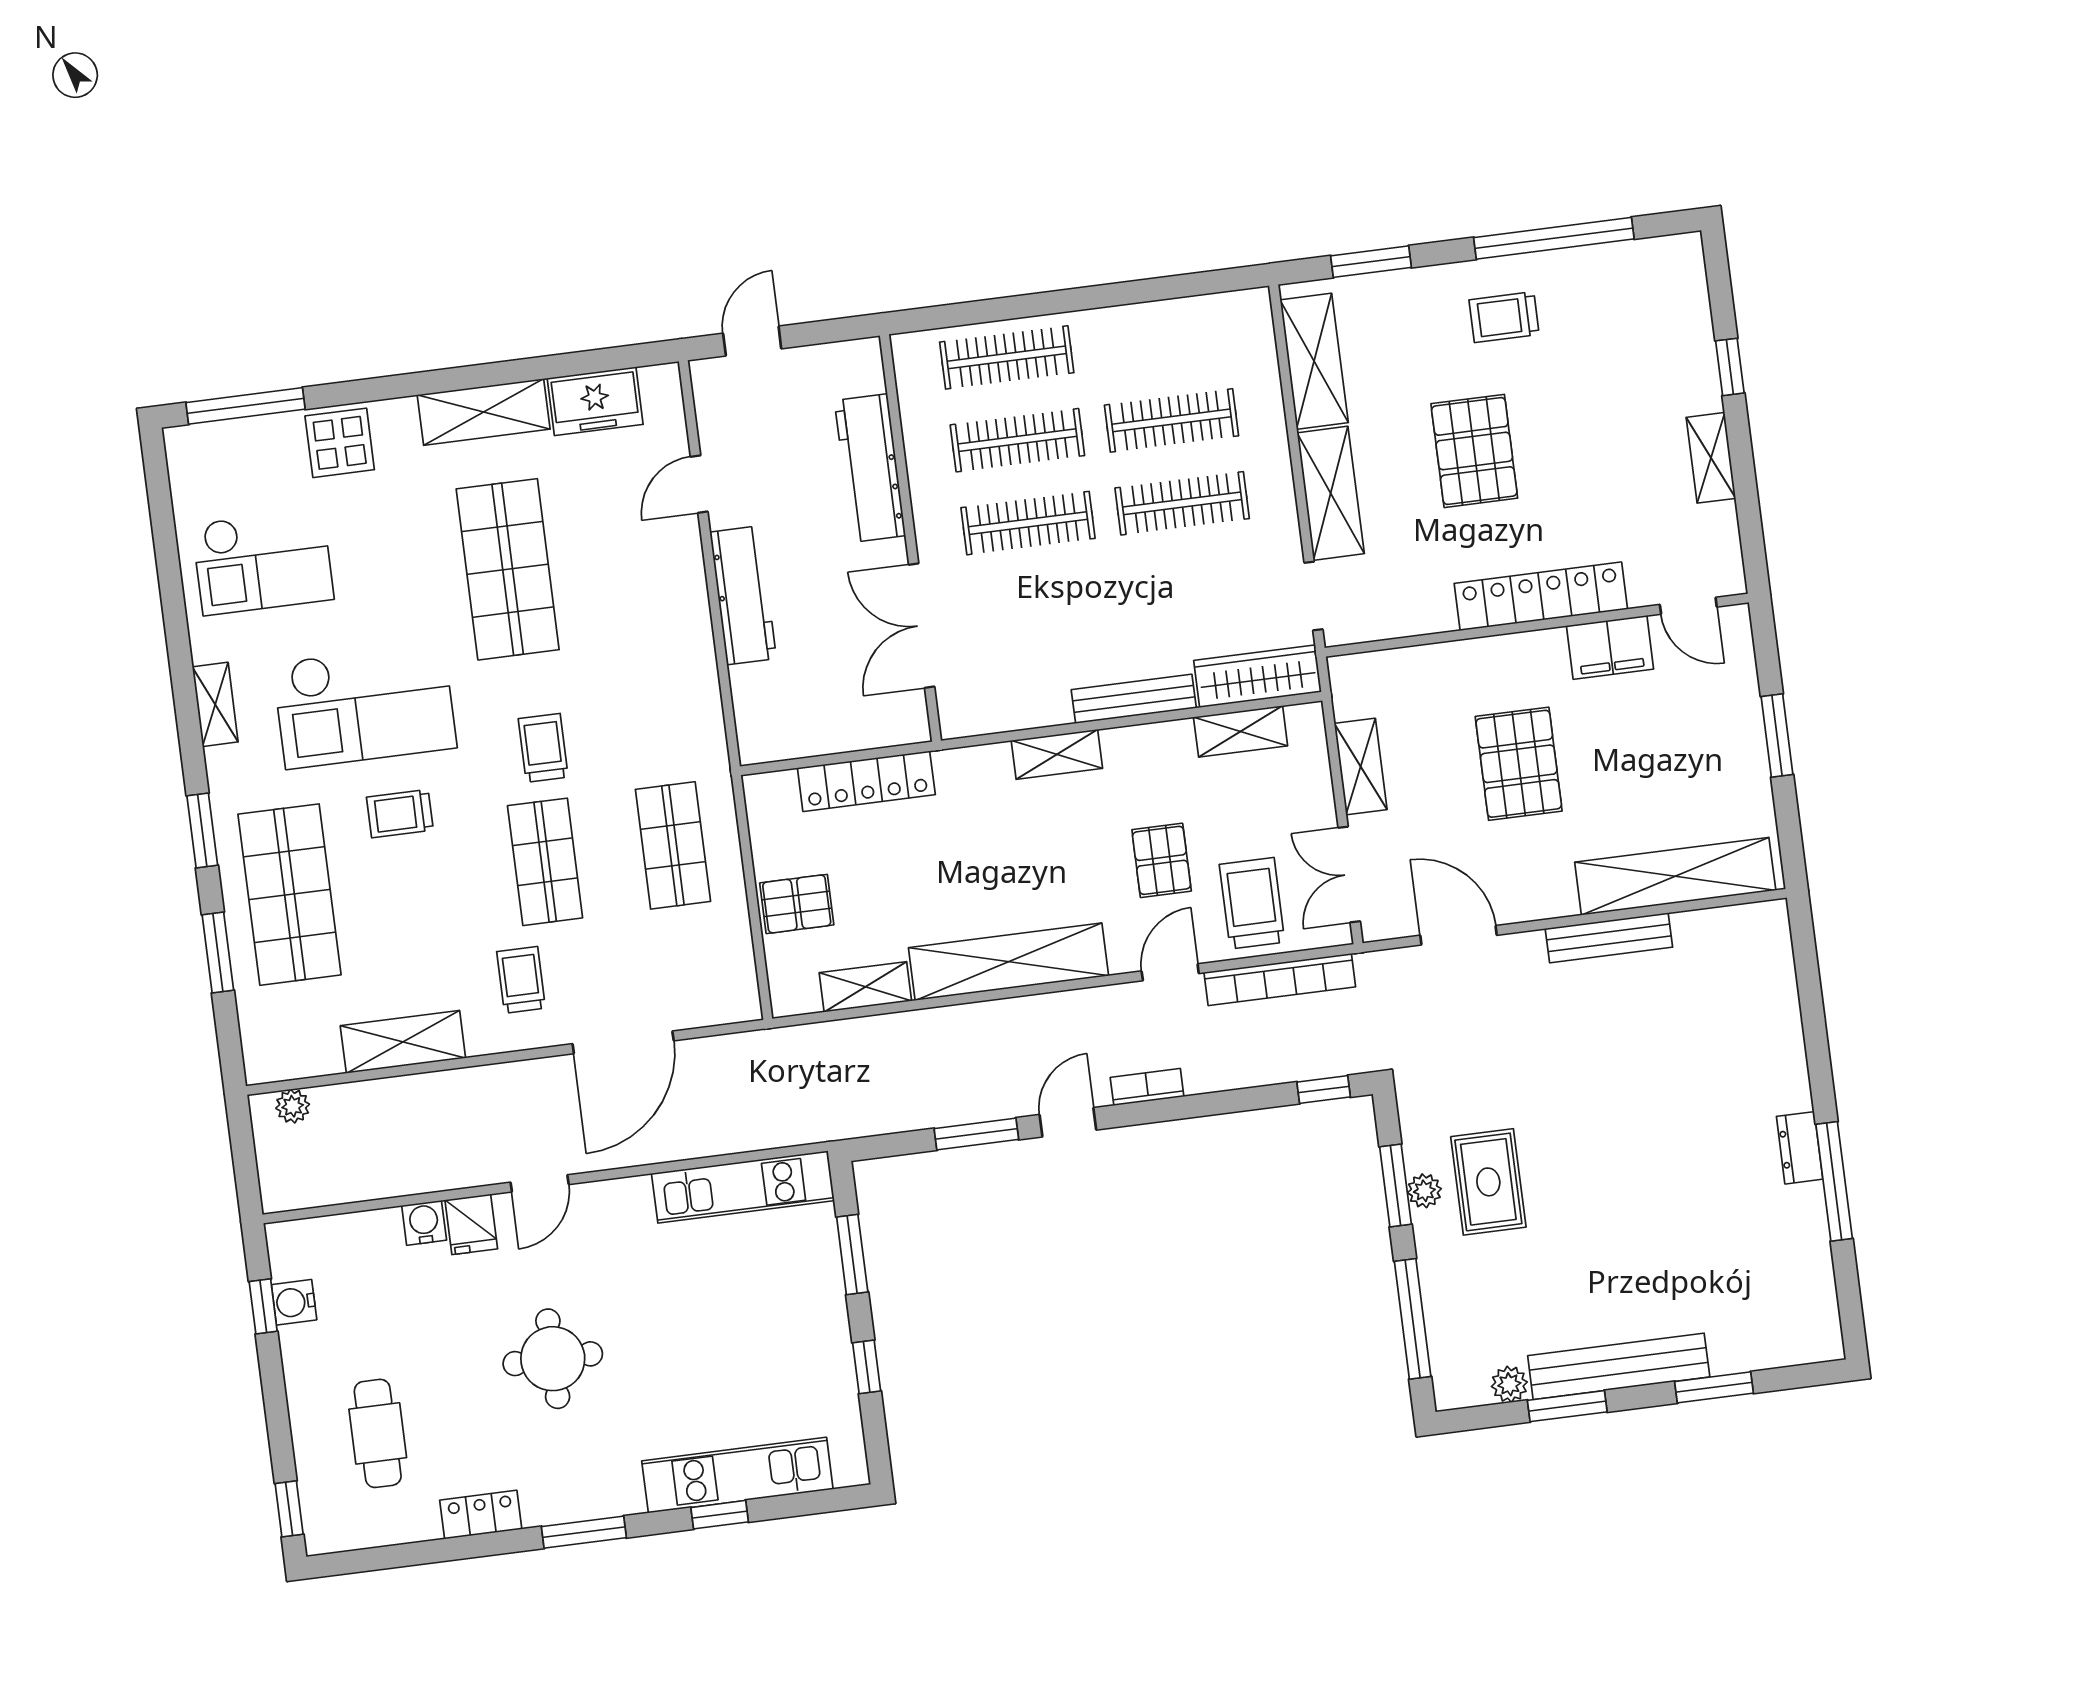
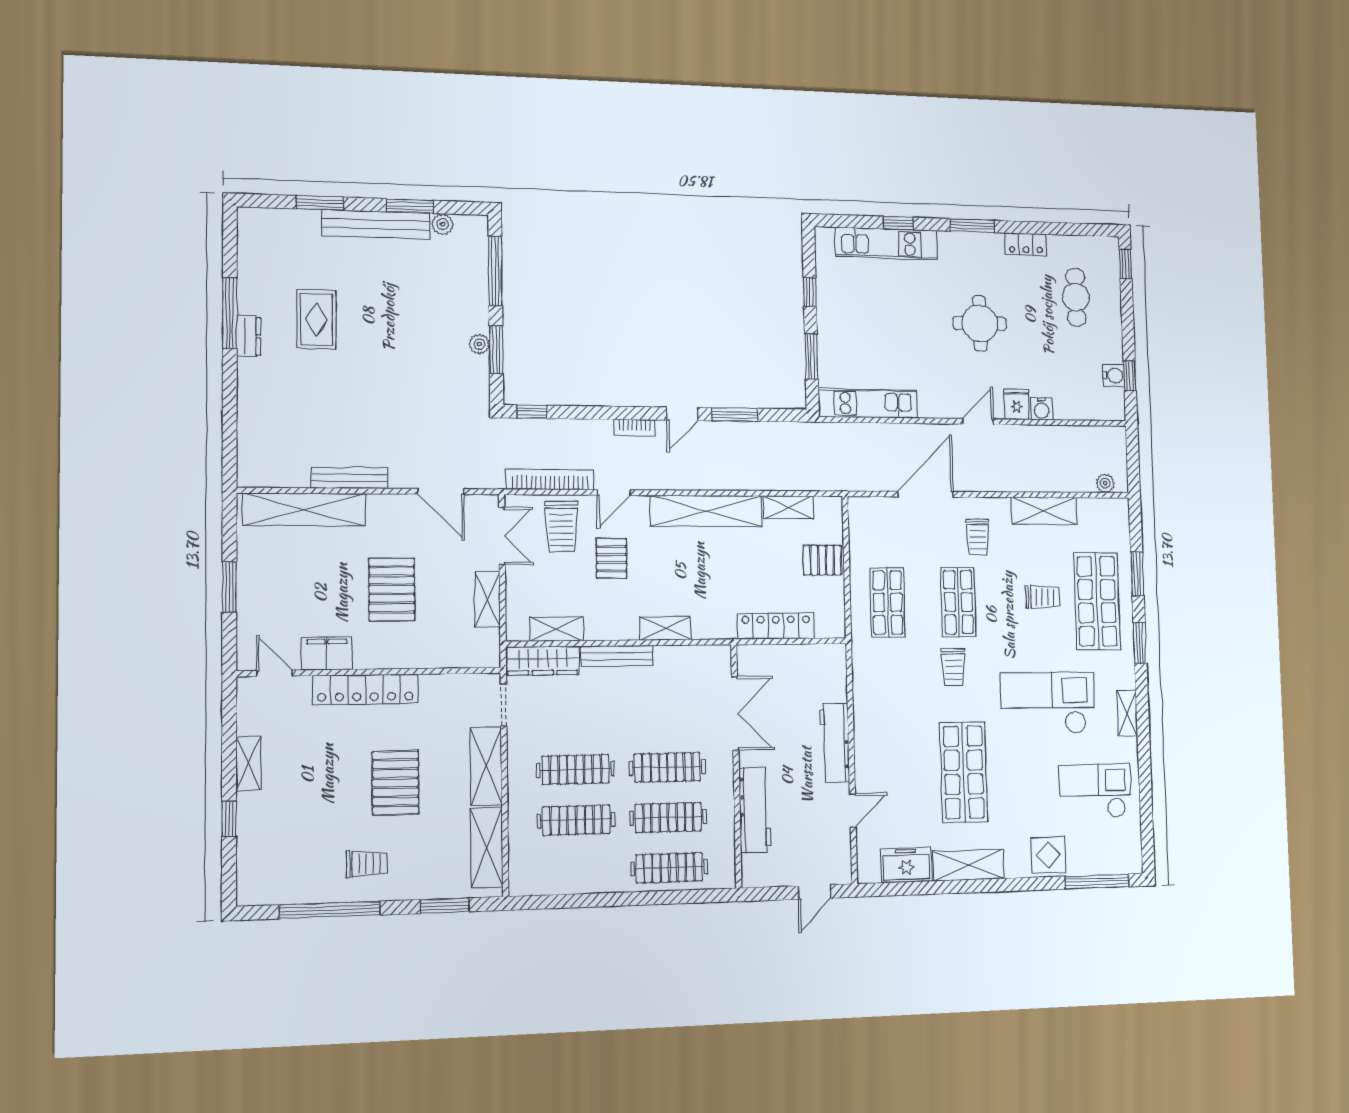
trolley: (400, 814) -> (1043, 597), moved
rug: (1488, 1182) -> (317, 319), moved

